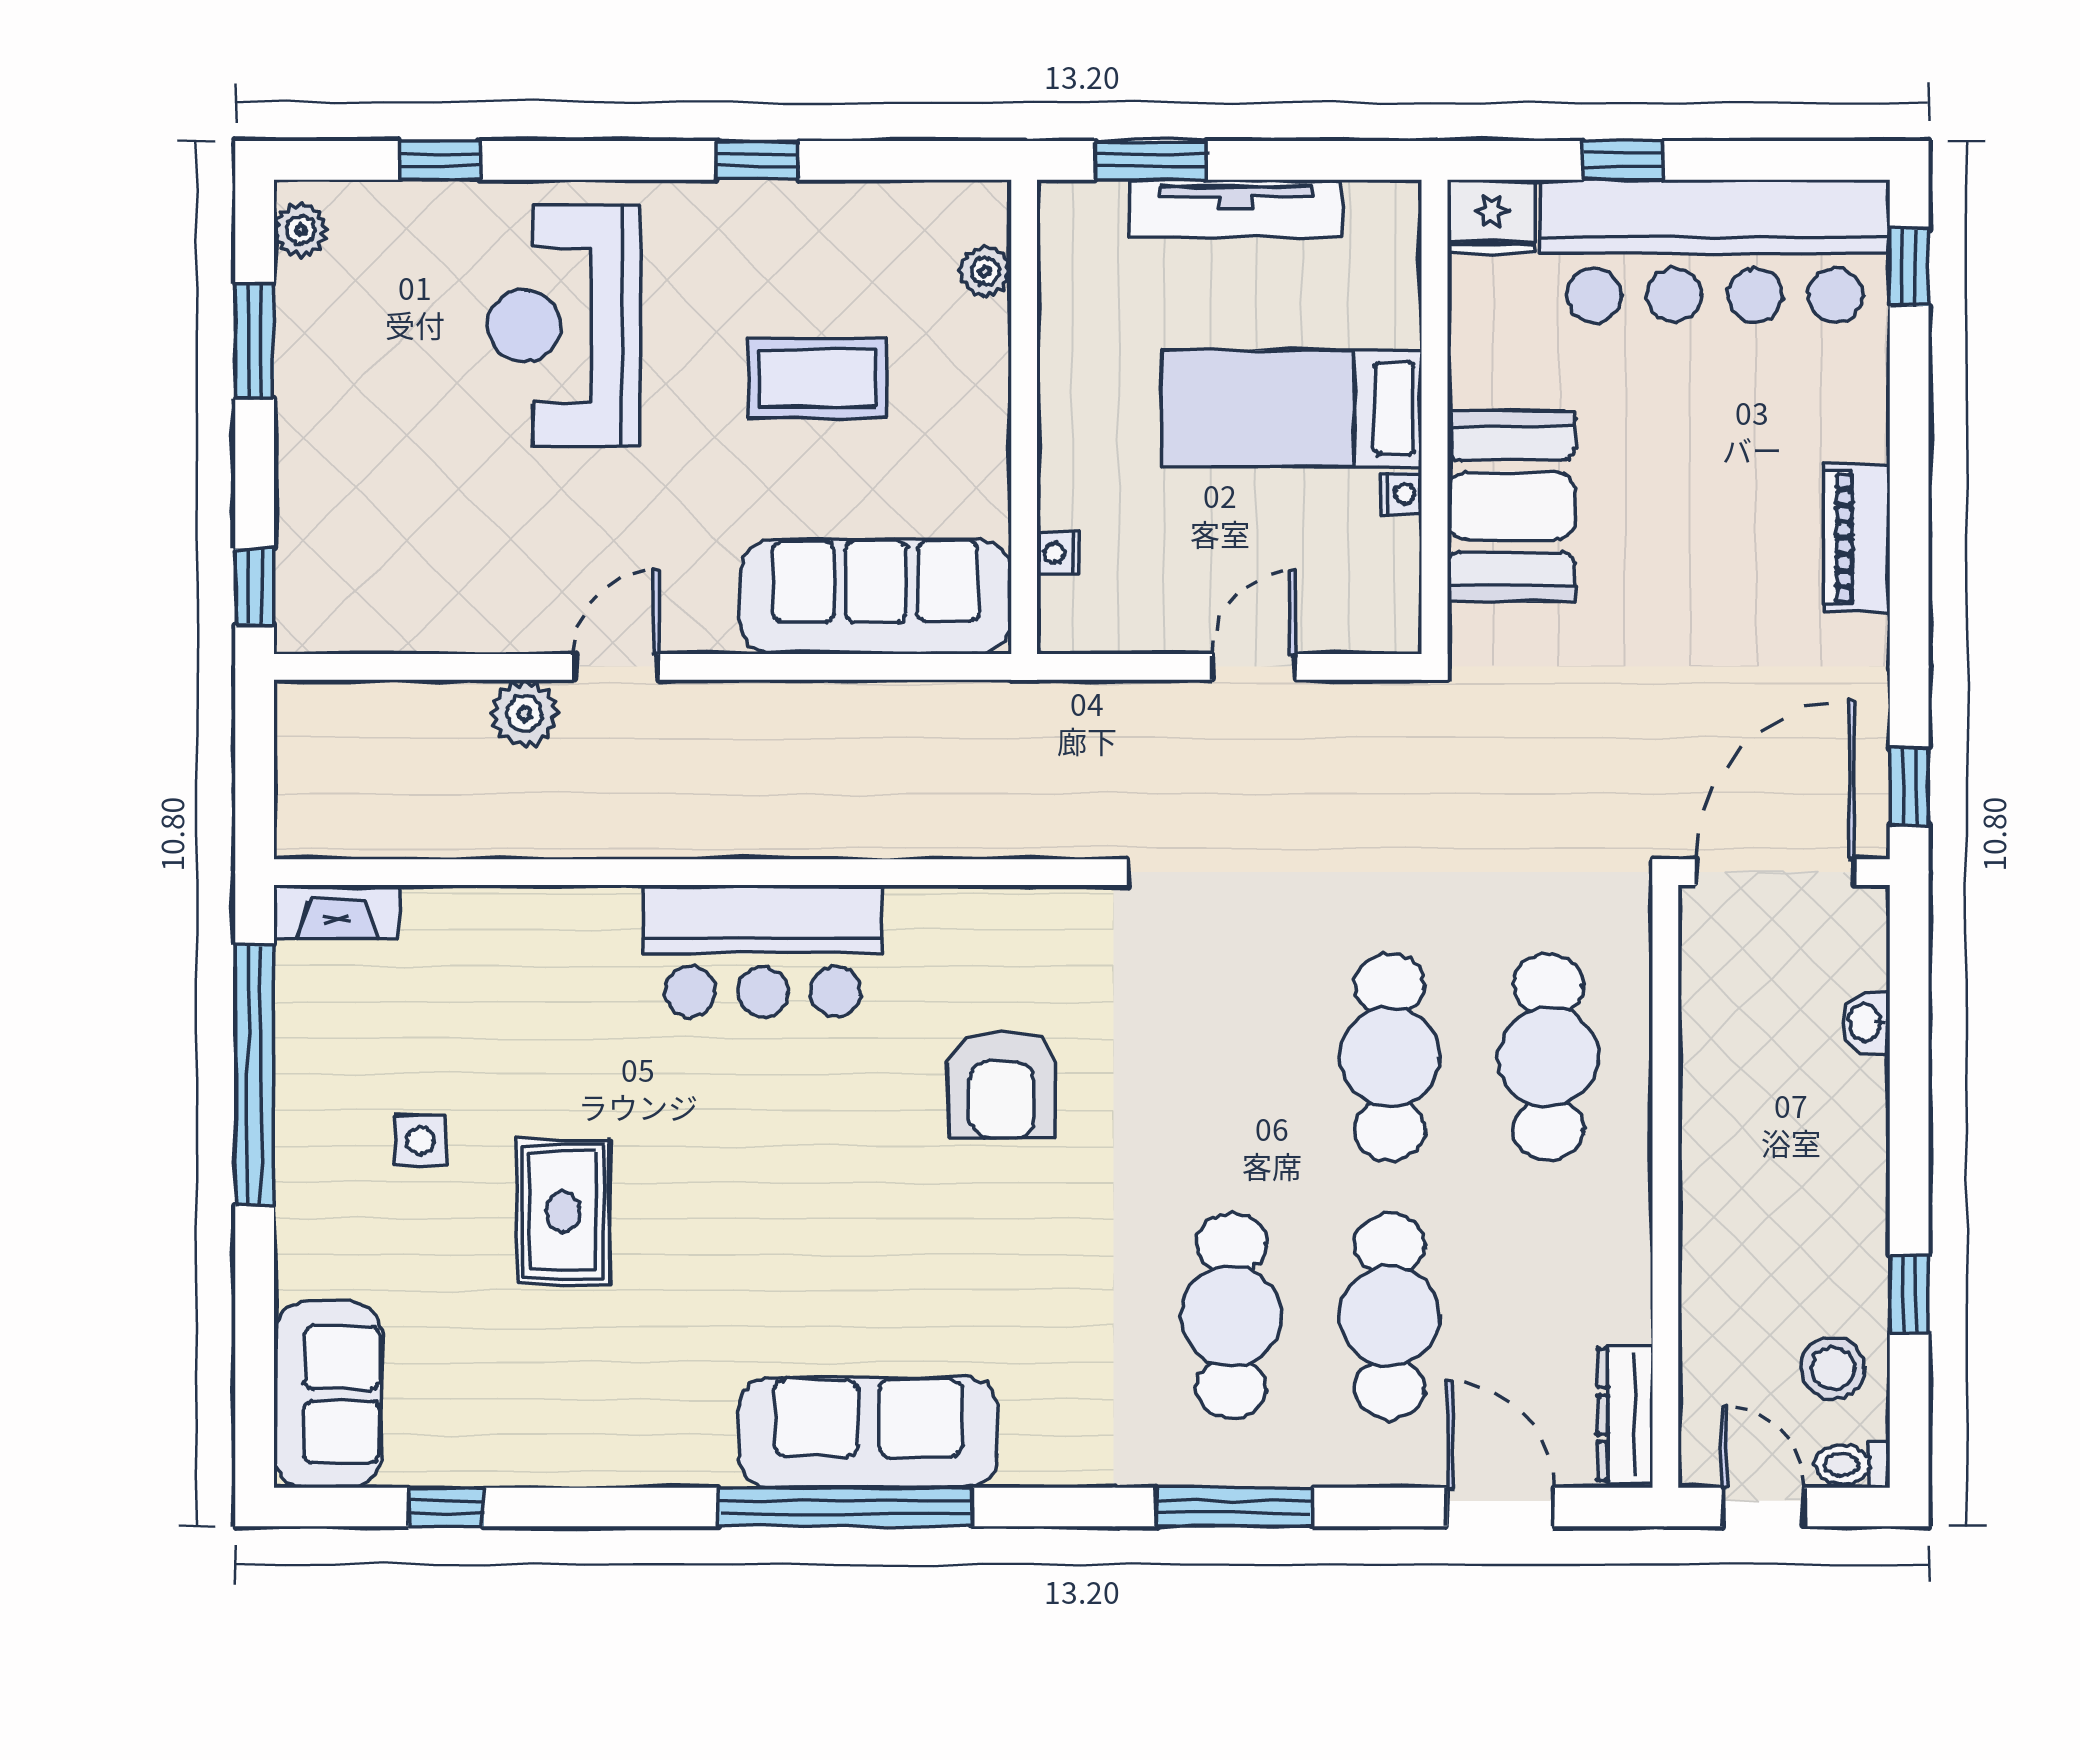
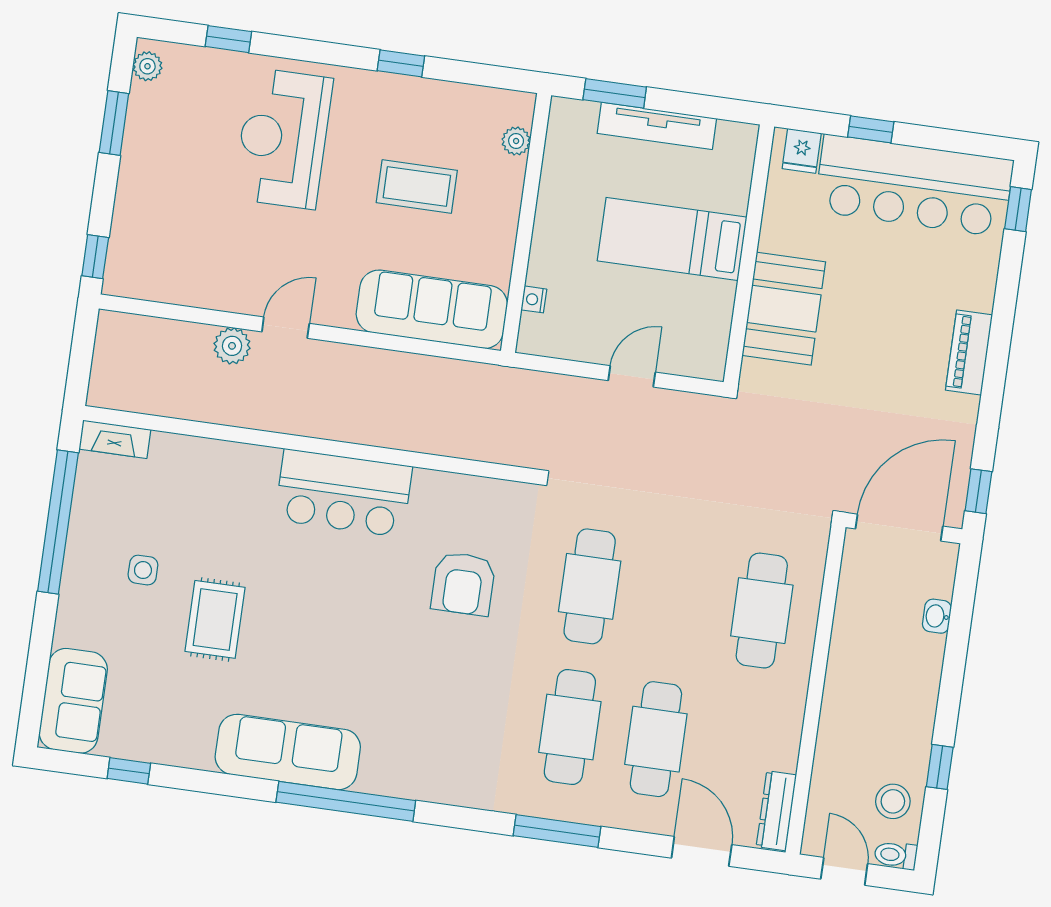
fridge: (1492, 217) -> (802, 151), width x0.72
nightstand: (1401, 494) -> (725, 293), removed
cafe table: (1390, 1057) -> (590, 586), moved
sofa: (868, 1432) -> (288, 752), moved

